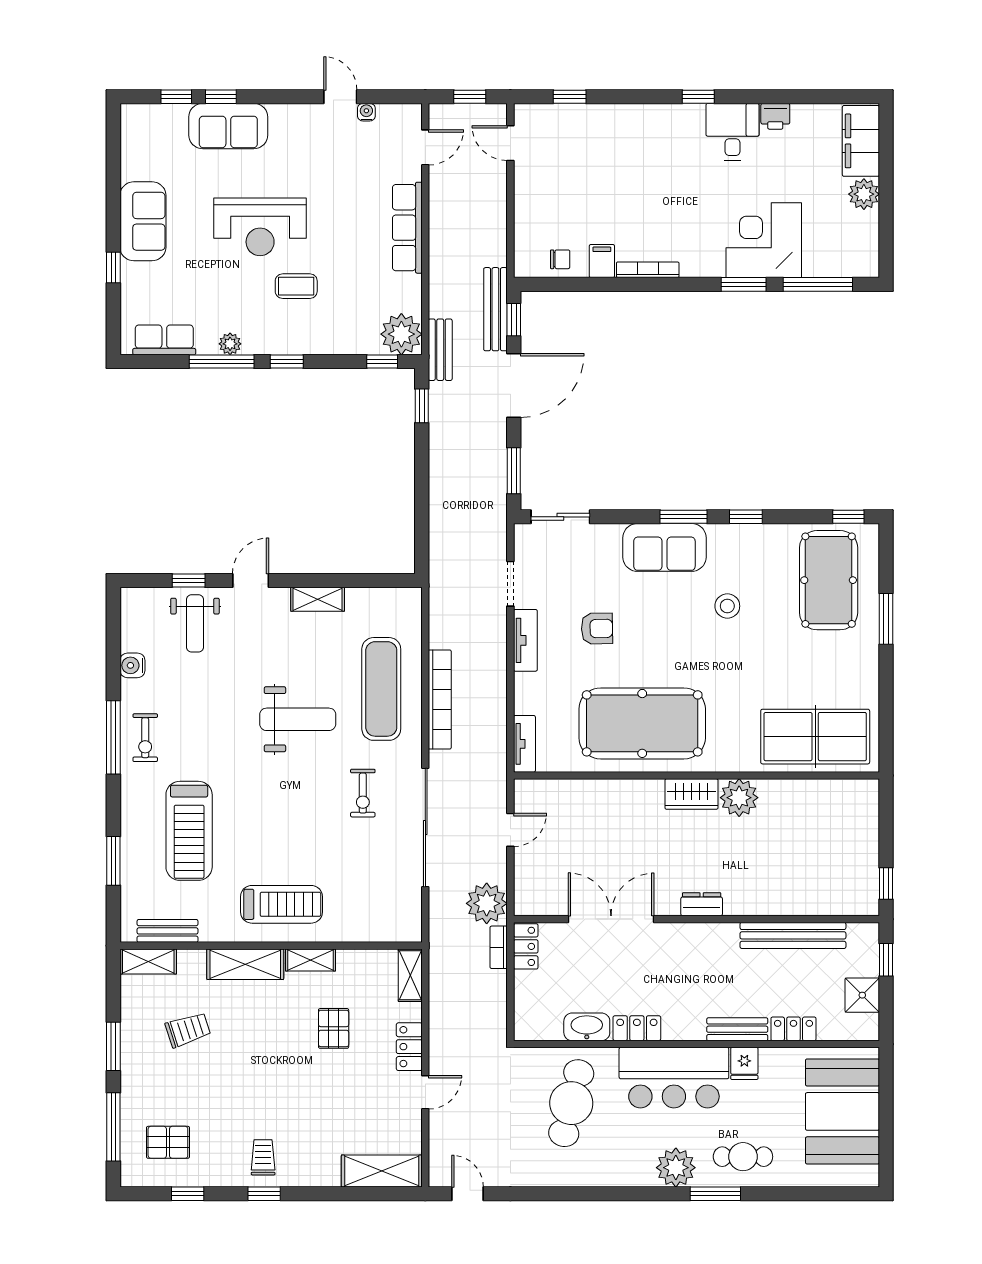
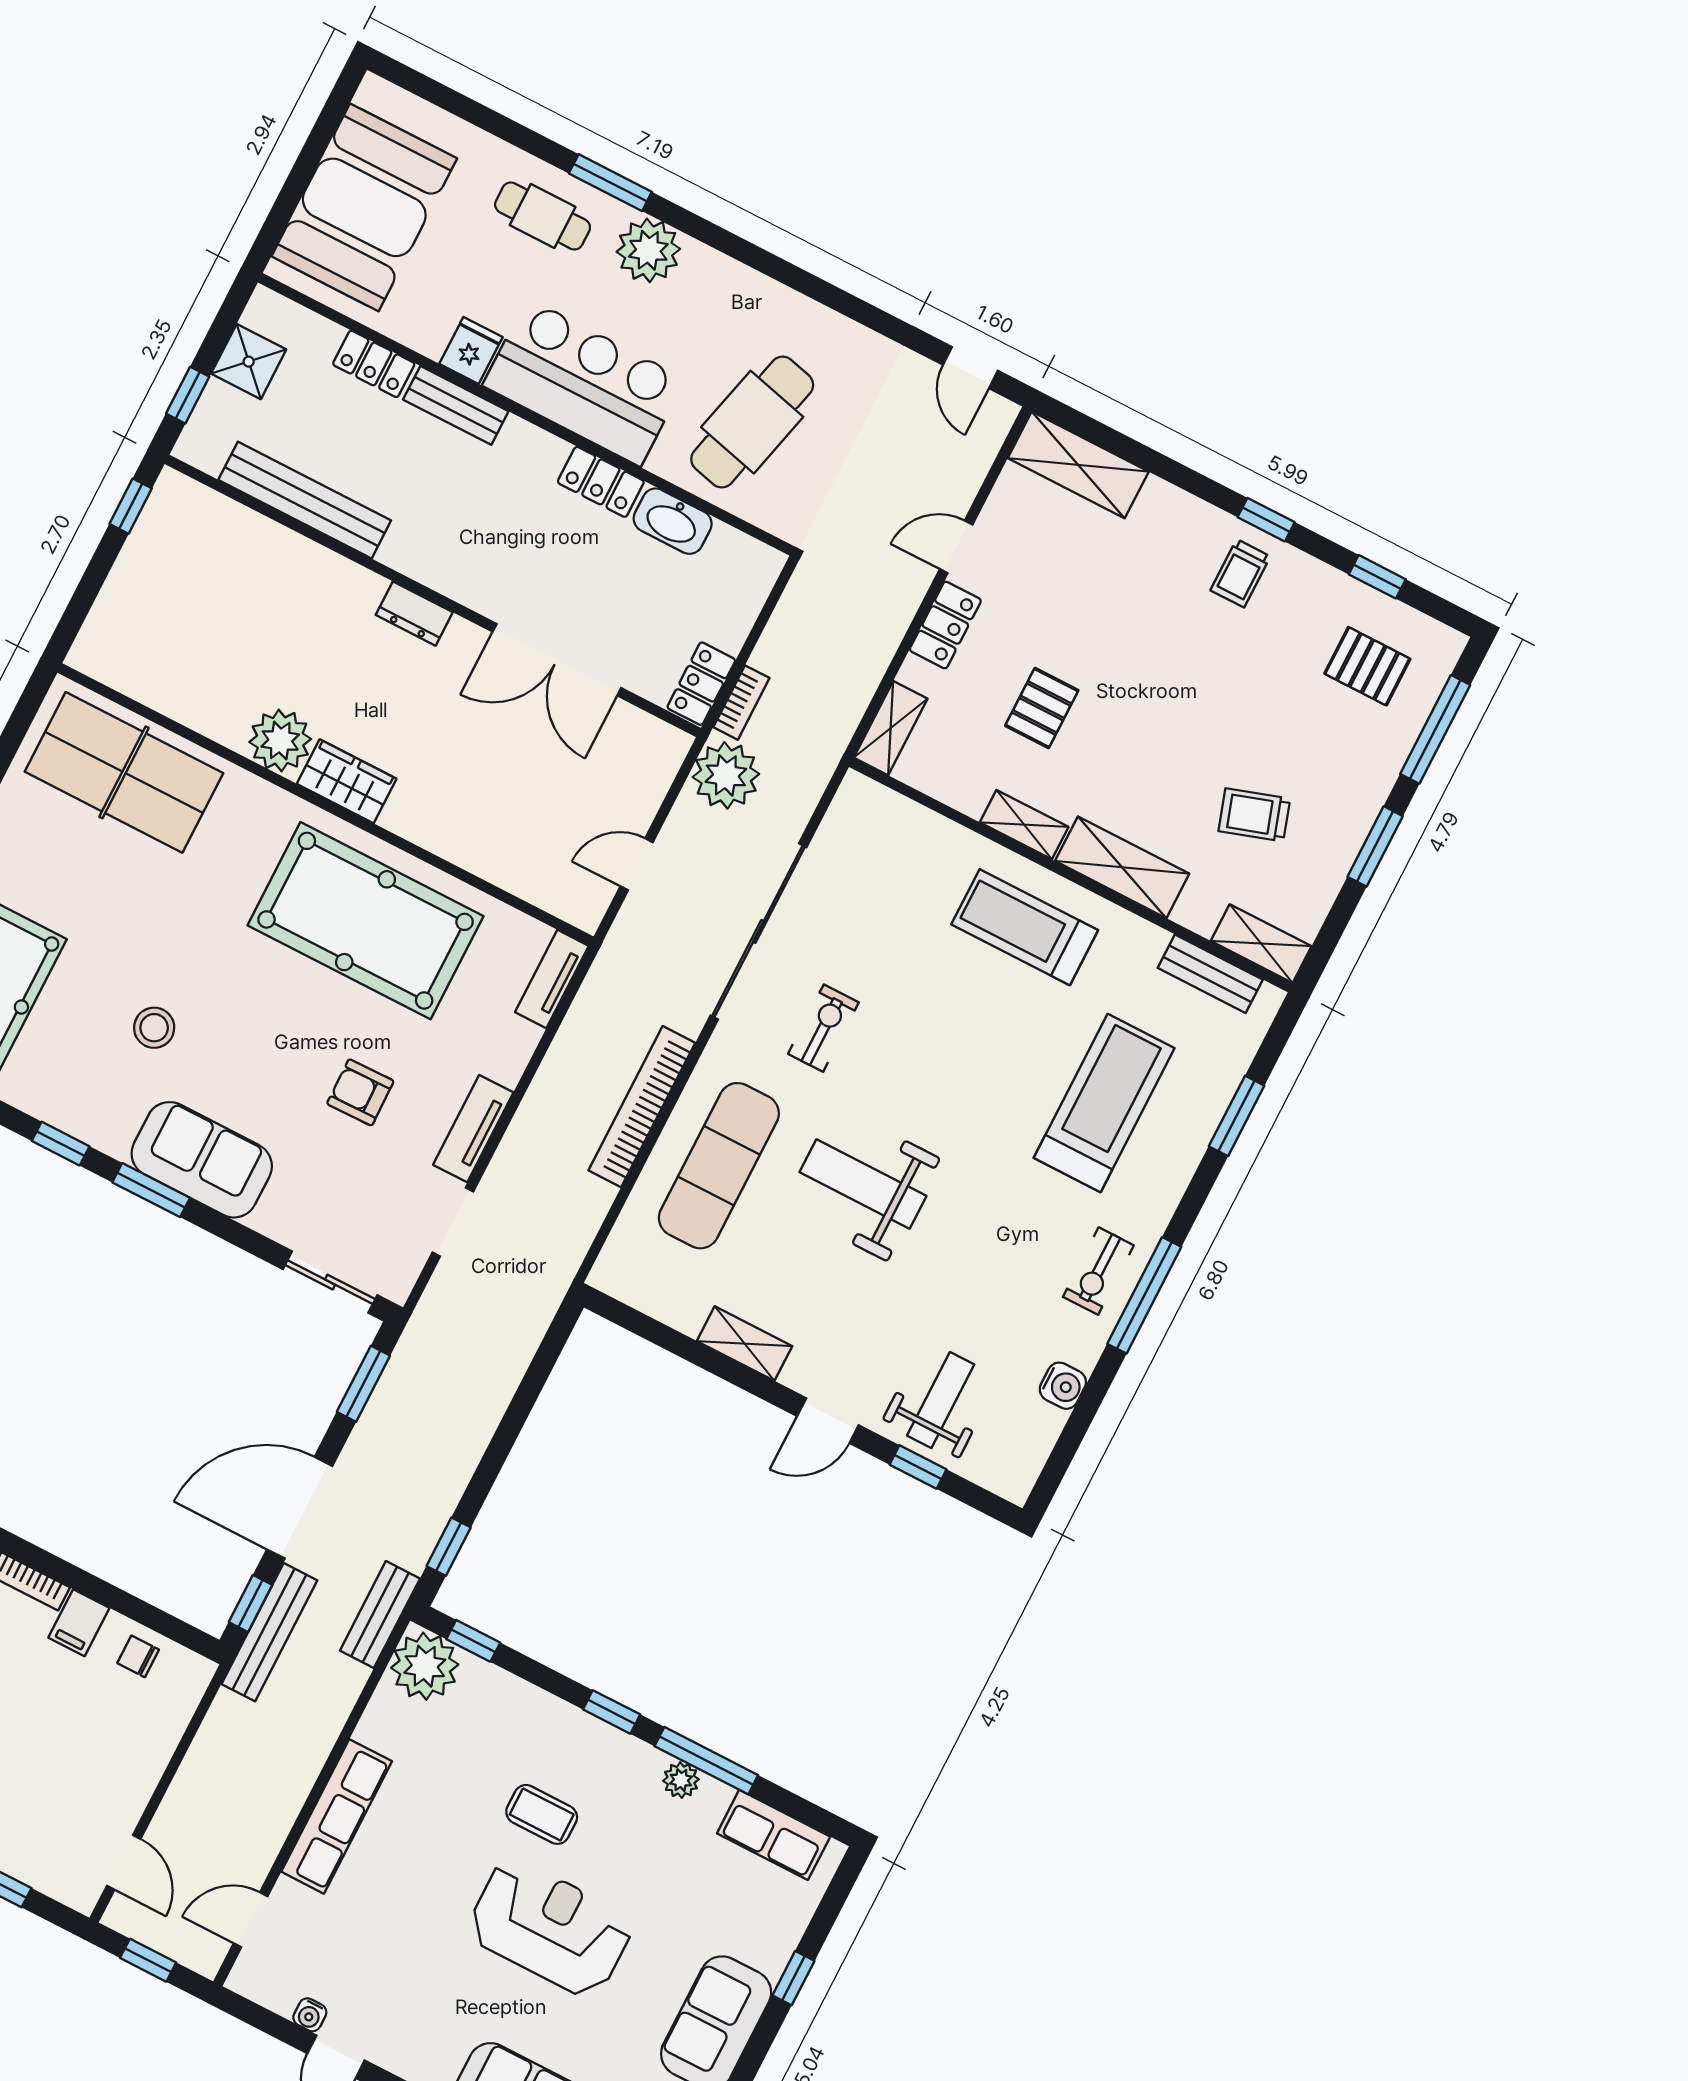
exercise bike: (145, 738) -> (1098, 1271), turned 180

